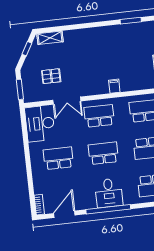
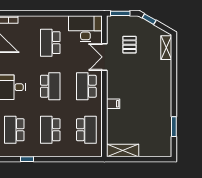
window: (27, 49) -> (149, 19), moved
school desk: (99, 116) -> (86, 86), turned 180
school desk: (58, 158) -> (50, 43), turned 180

